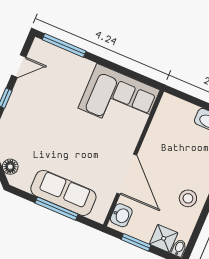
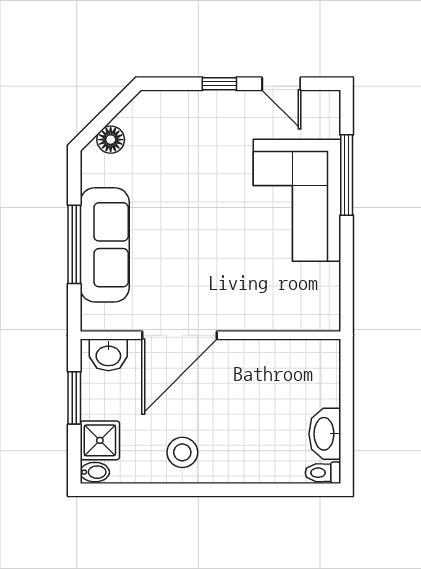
window: (64, 45) -> (347, 175), moved
corner sofa: (119, 99) -> (297, 200), moved

